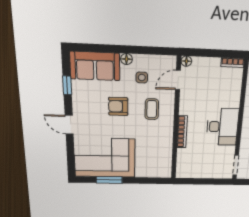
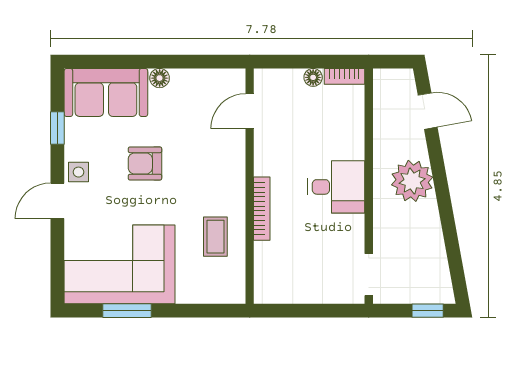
floor lamp: (186, 61) -> (313, 77), moved
side table: (142, 77) -> (78, 172), moved
coffee table: (152, 109) -> (215, 237), moved
door: (69, 125) -> (57, 201), hinge flipped
desk: (222, 127) -> (336, 187), width x0.73

